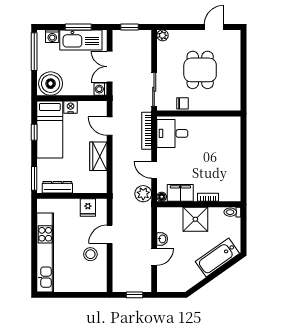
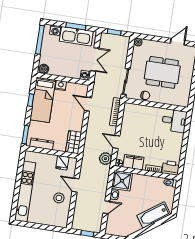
double door: (110, 67) -> (95, 59), swing flipped
dining table: (200, 70) -> (162, 72), width x1.37
boiler: (51, 84) -> (44, 69), width x0.54, depth x0.54
desk: (172, 133) -> (174, 121), moved, turned 180
wardrobe: (98, 156) -> (74, 142), moved
printer: (230, 193) -> (171, 168), added
shower: (195, 219) -> (122, 181), moved
door: (110, 234) -> (76, 185), hinge flipped

